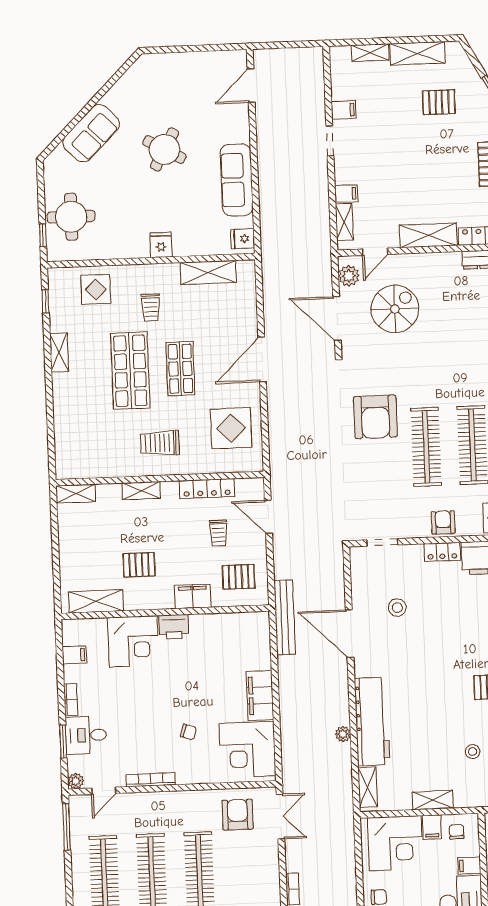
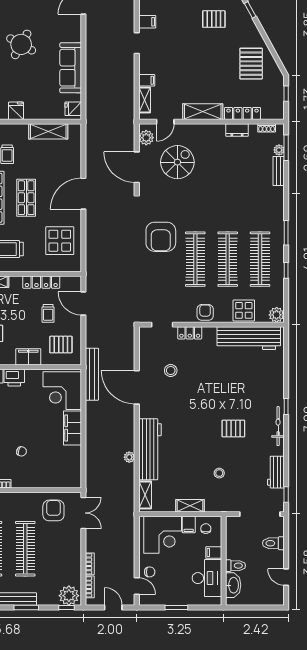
locker: (442, 552) -> (190, 333), moved
corner desk: (248, 750) -> (62, 391), moved

